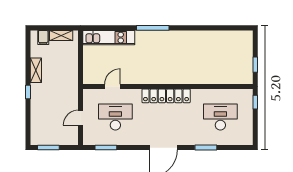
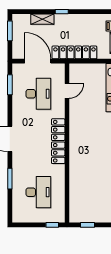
shelving: (36, 70) -> (42, 19), moved
locker: (71, 79) -> (74, 52), added
door: (112, 86) -> (67, 91), hinge flipped
door: (81, 118) -> (38, 61), width x1.88

